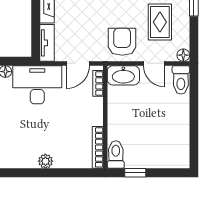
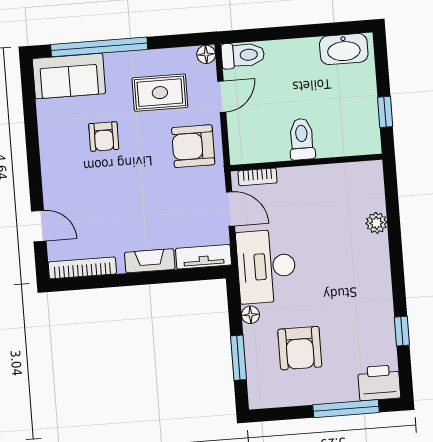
washbasin: (123, 75) -> (344, 49), moved, turned 90
bookcase: (98, 147) -> (352, 170), removed
toilet: (116, 155) -> (302, 139), moved, turned 90
plant: (45, 161) -> (376, 223), moved

